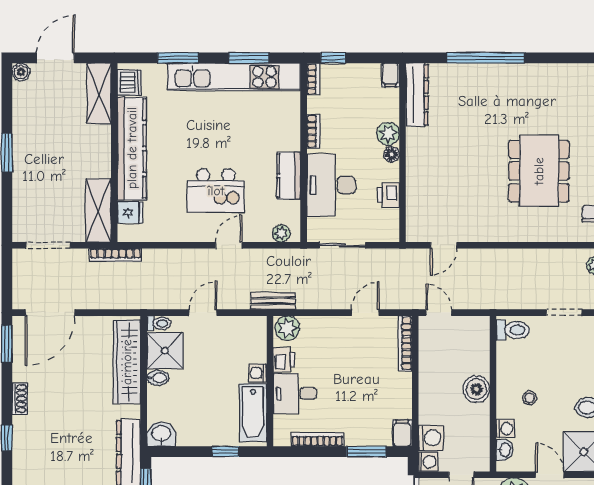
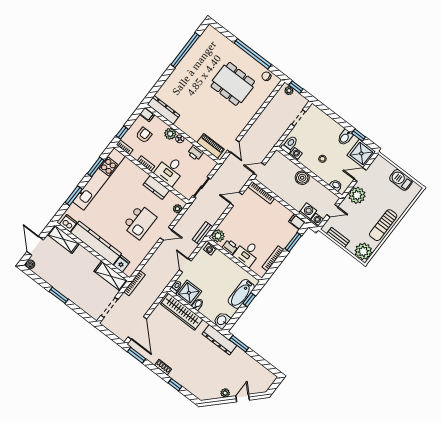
window: (486, 58) -> (185, 50), moved
armchair: (355, 95) -> (144, 135), added
desk: (331, 185) -> (170, 170), width x0.73
piano: (417, 210) -> (211, 146), added
door: (229, 245) -> (166, 234), swing flipped
door: (365, 313) -> (236, 199), hinge flipped
washing machine: (258, 373) -> (210, 249), moved
bathtub: (253, 413) -> (241, 294), moved, turned 90
washing machine: (505, 429) -> (296, 154), moved

